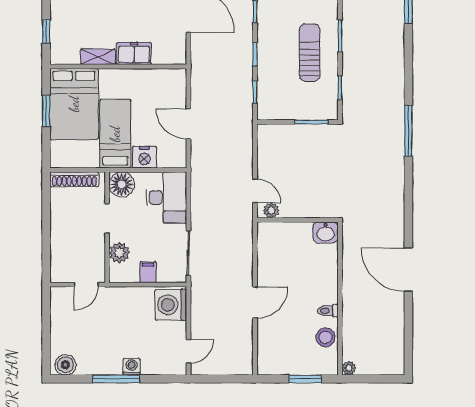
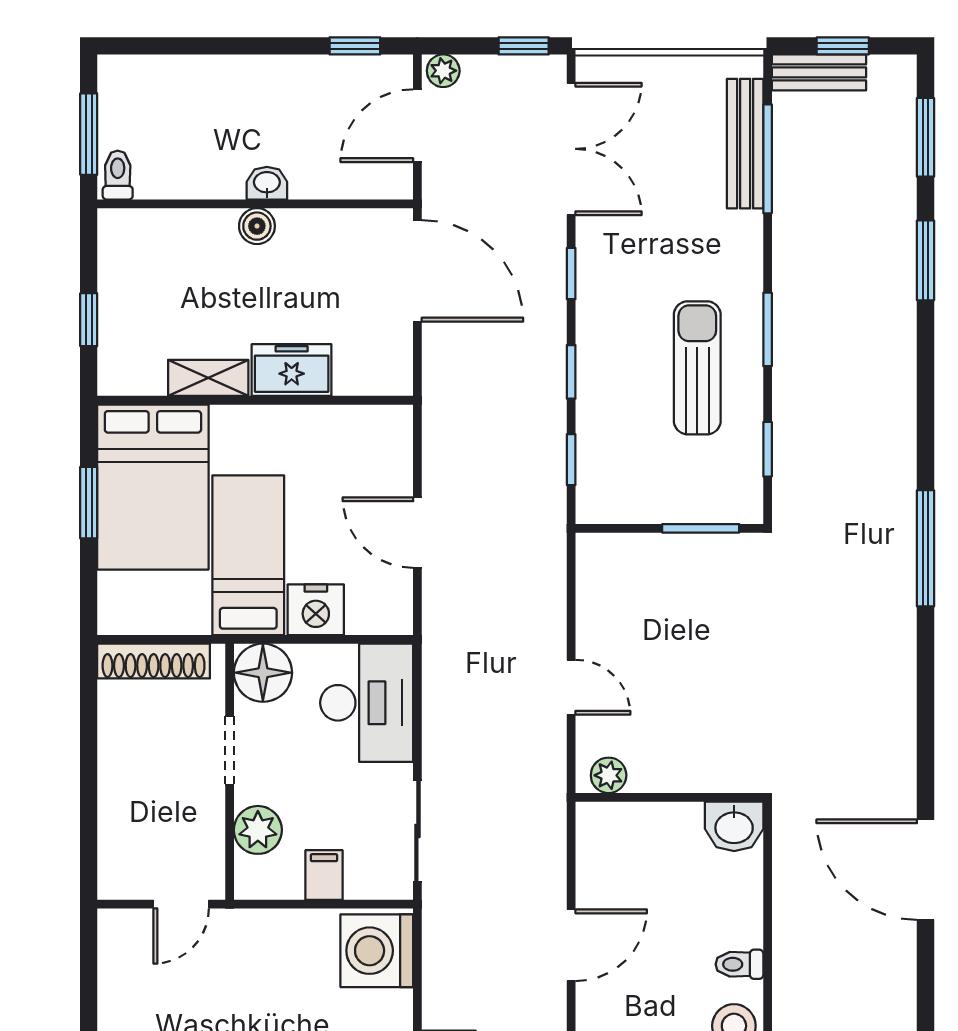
plant: (271, 210) -> (609, 775), moved
wall: (298, 220) -> (669, 797), moved
washbasin: (326, 233) -> (734, 826), moved

